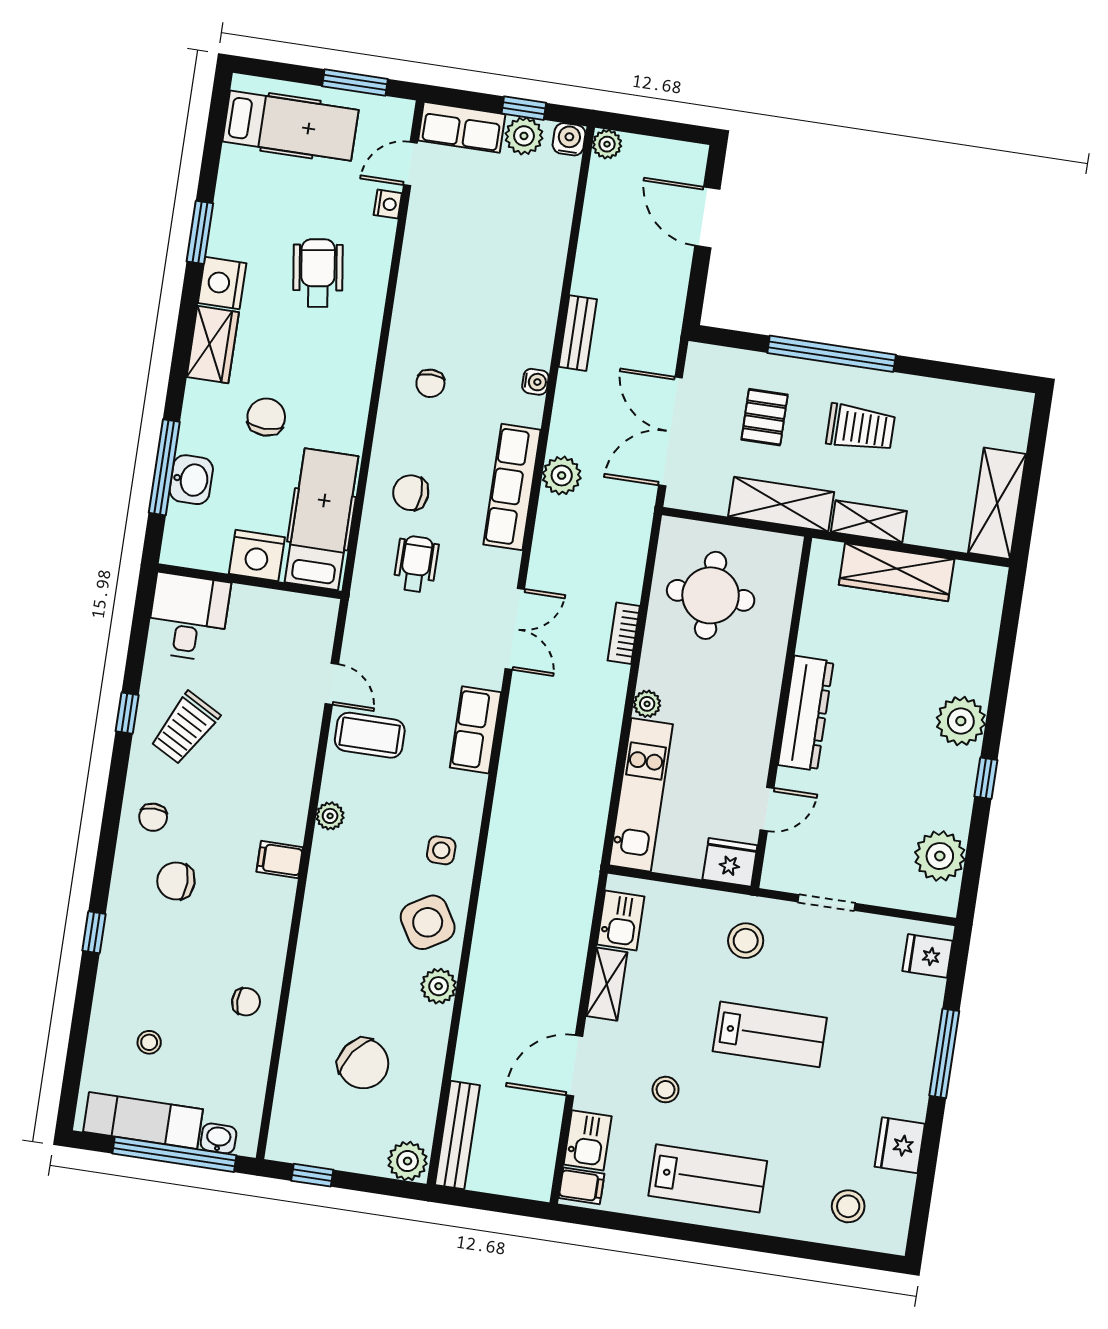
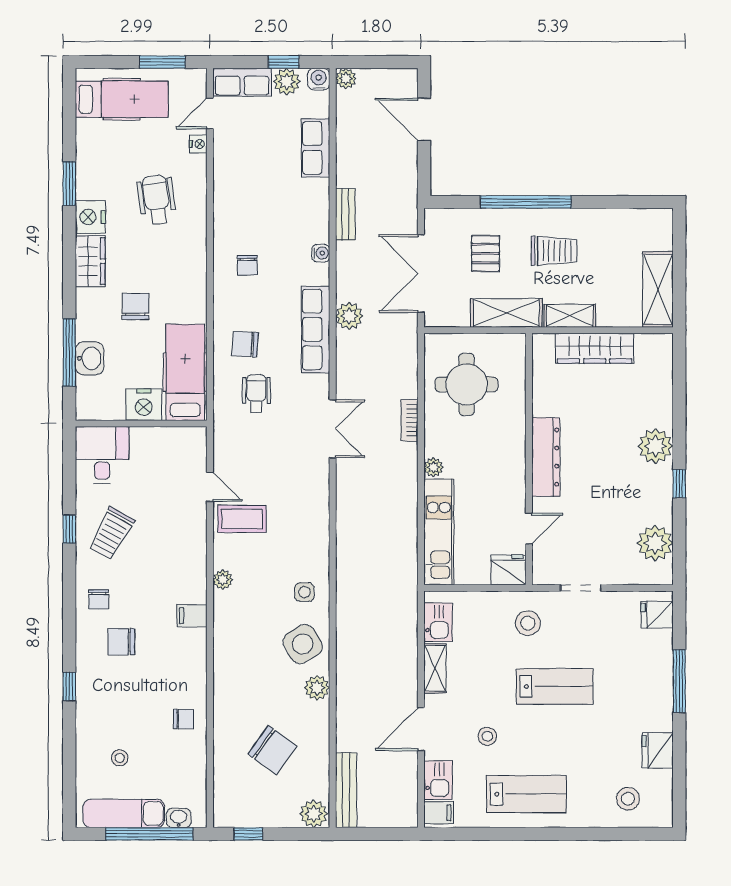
row of seats: (475, 730) -> (316, 148), moved

